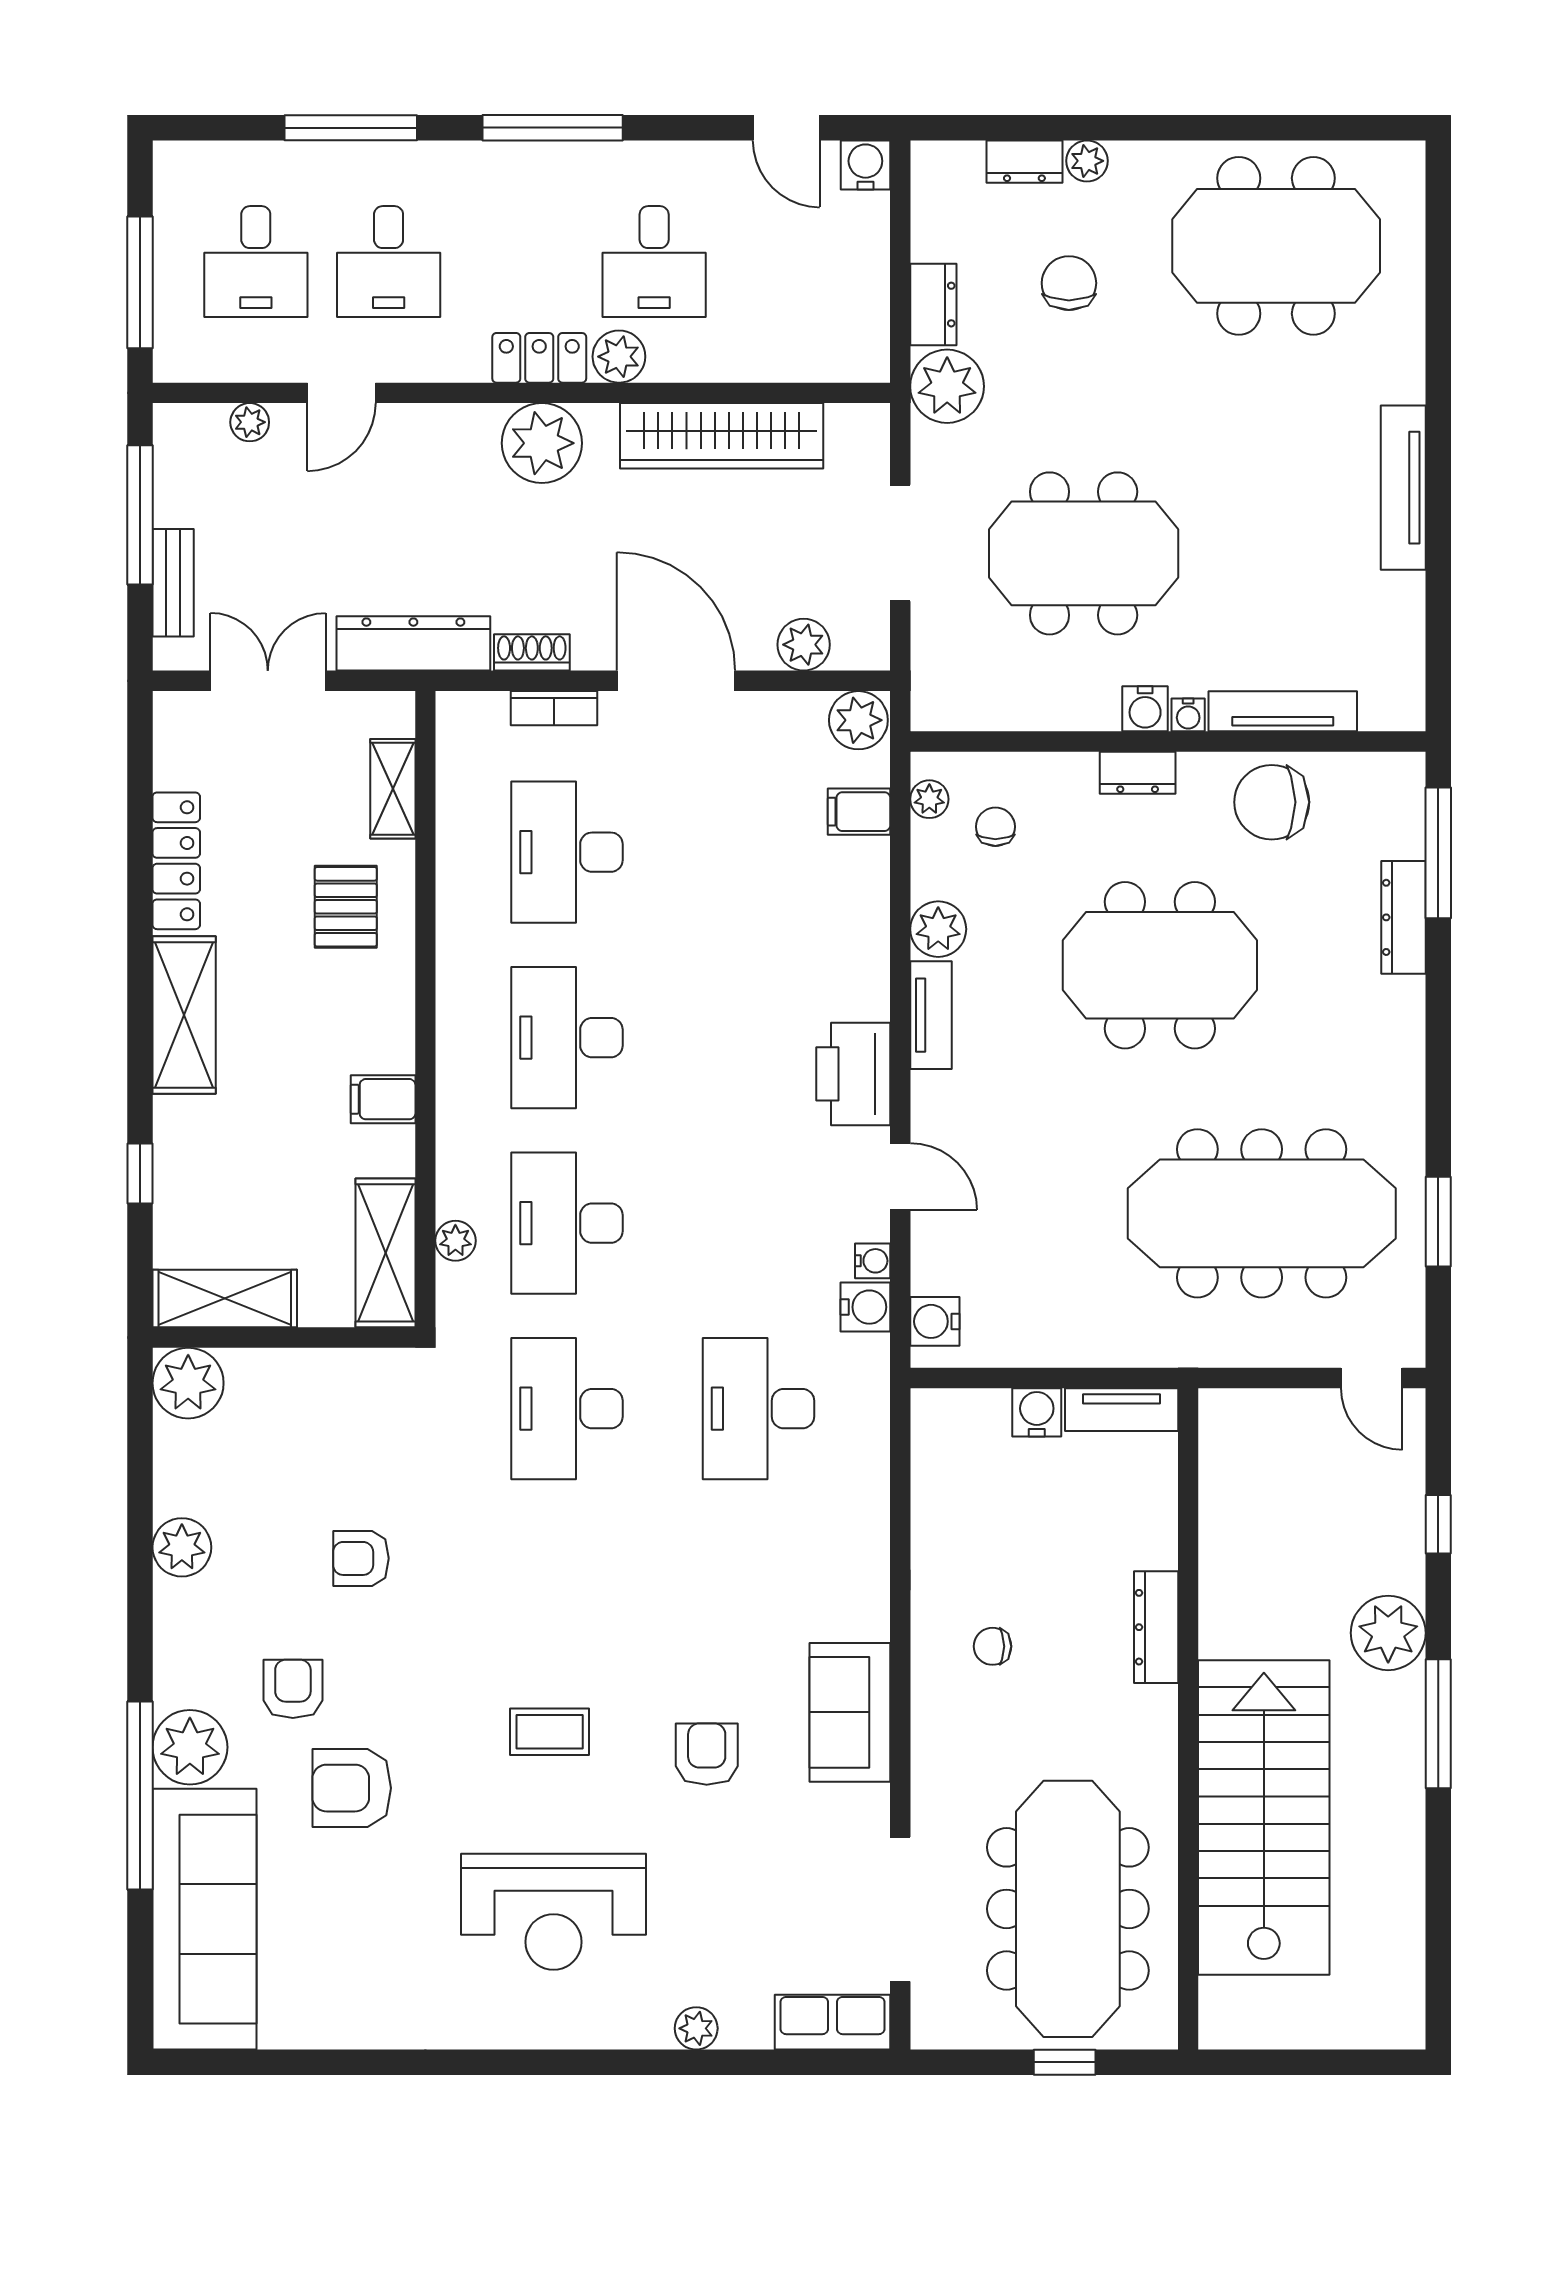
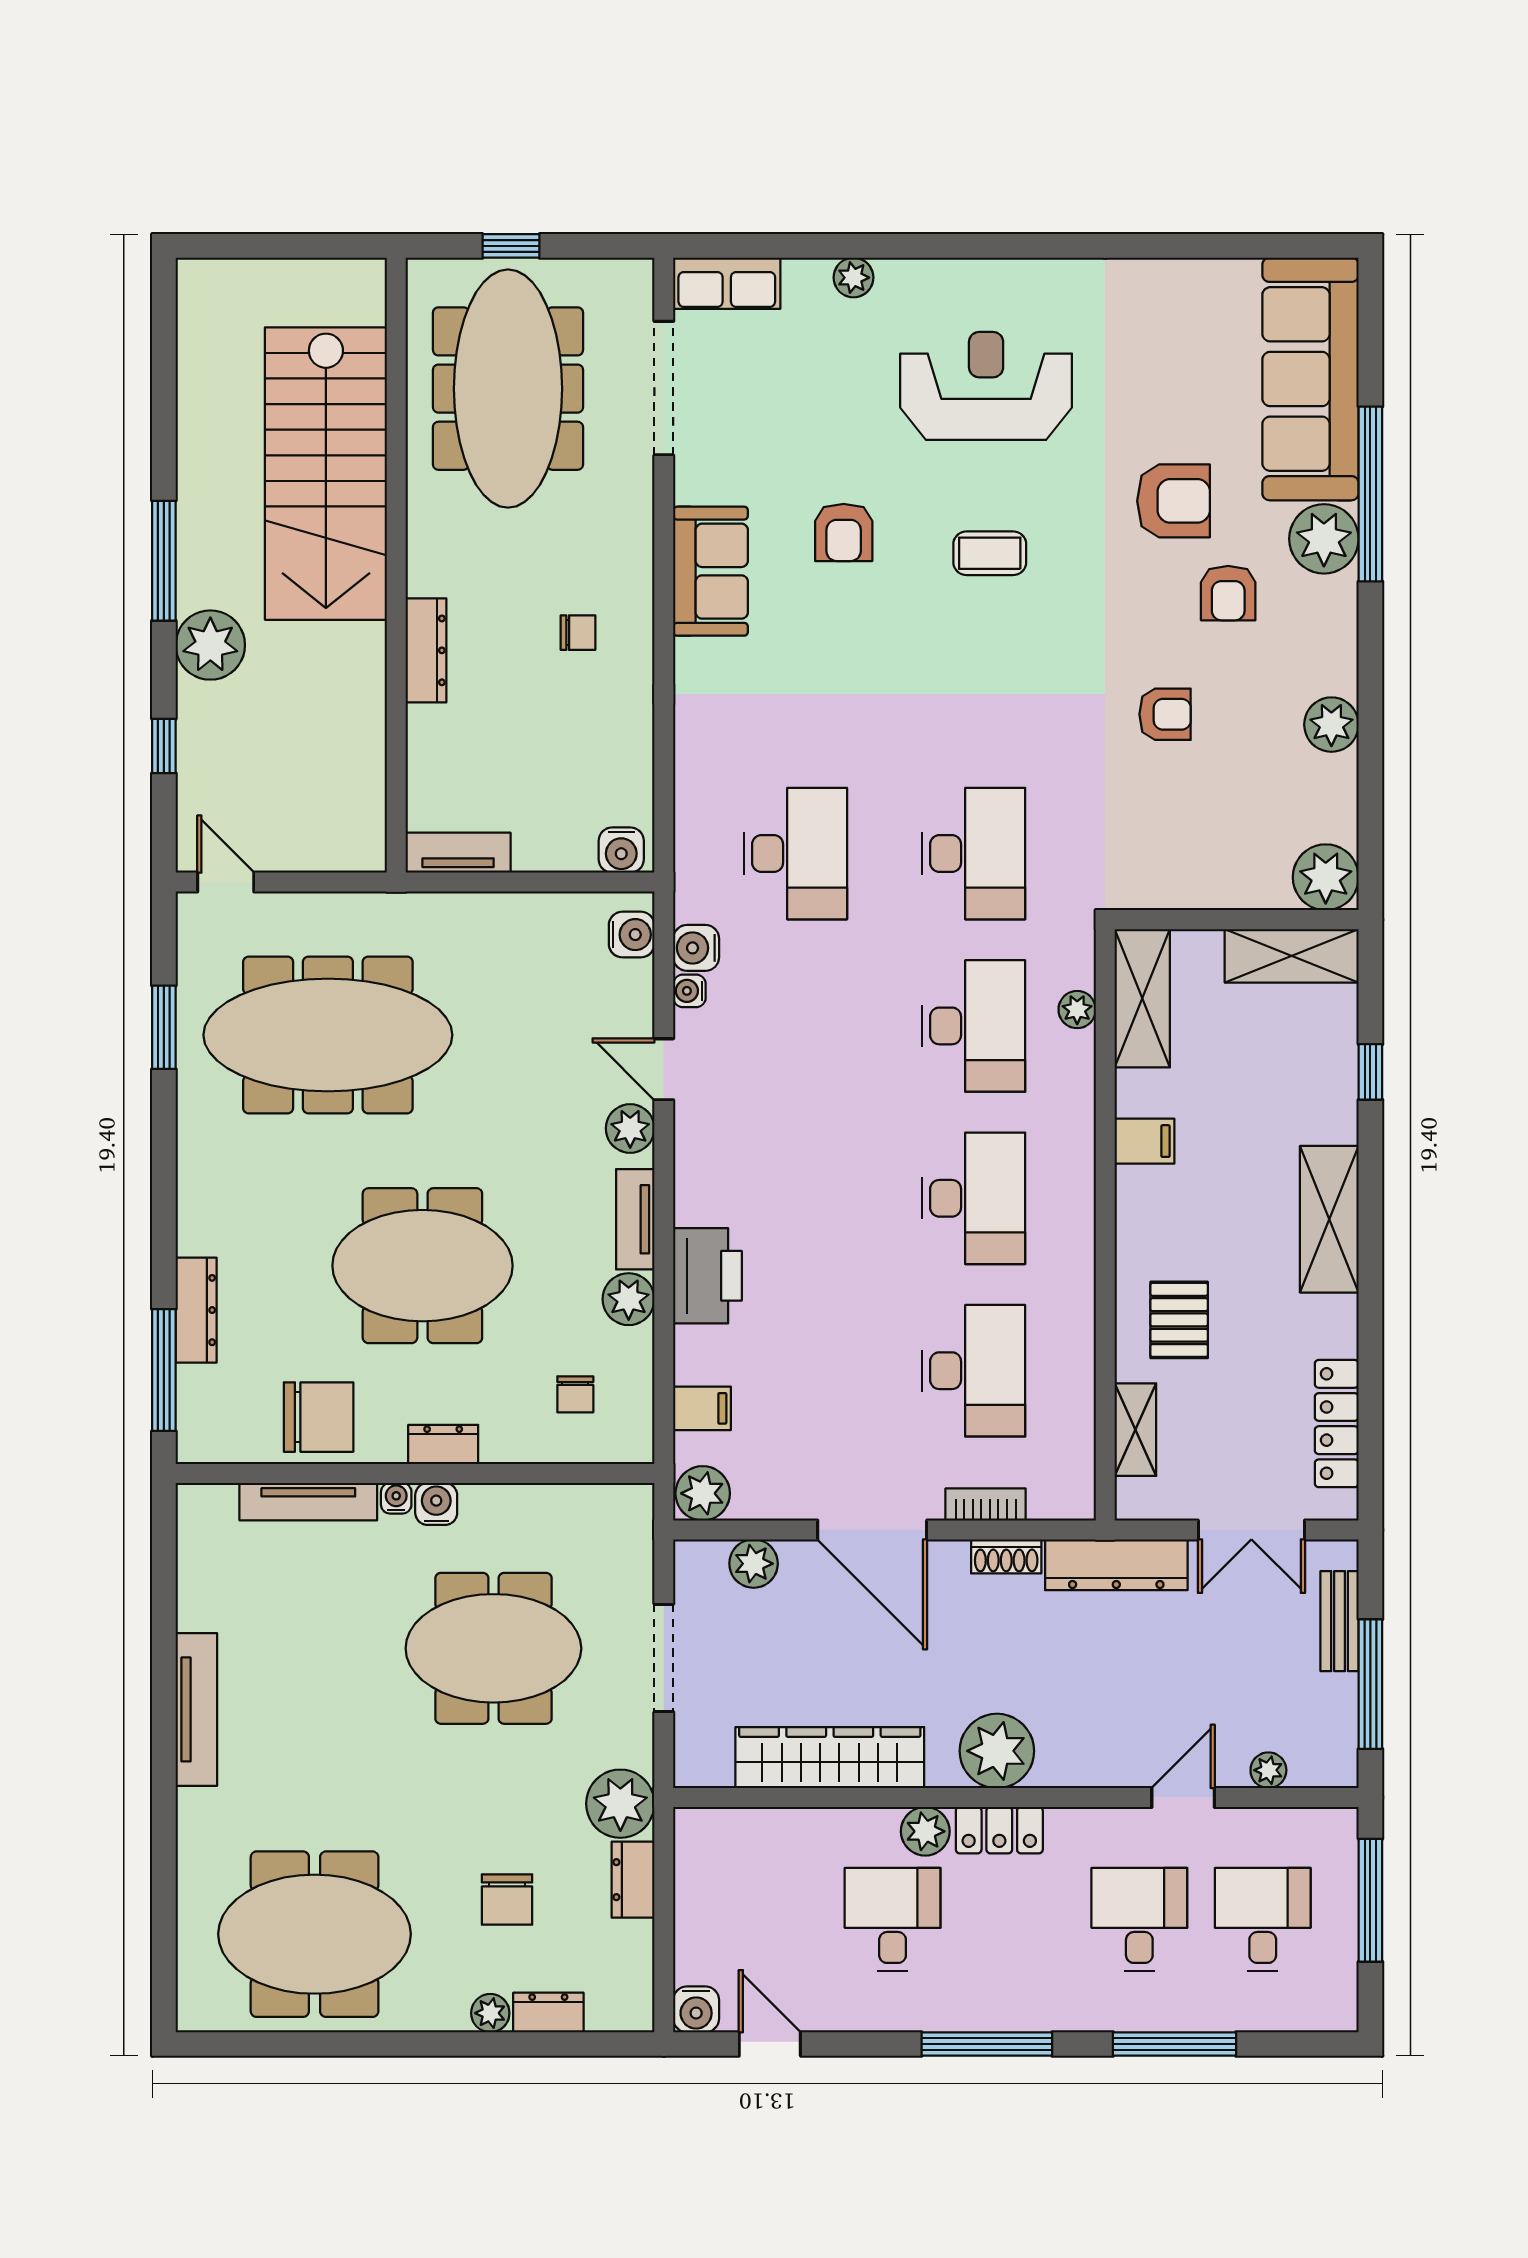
plant: (929, 799) -> (630, 1128), moved, width x1.38, depth x1.38
locker: (176, 861) -> (1337, 1424), moved
printer: (853, 1074) -> (708, 1276), moved
water cooler: (1037, 1412) -> (621, 850), moved

